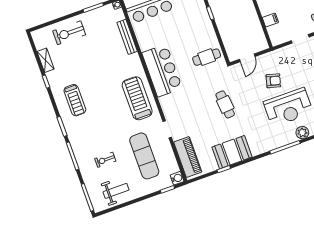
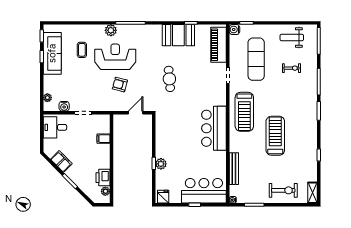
plant: (203, 15) -> (161, 164), added
cafe table: (207, 57) -> (171, 126), removed
shelving: (46, 60) -> (312, 193), moved
treadmill: (75, 100) -> (275, 136), moved, width x1.37, depth x1.38

